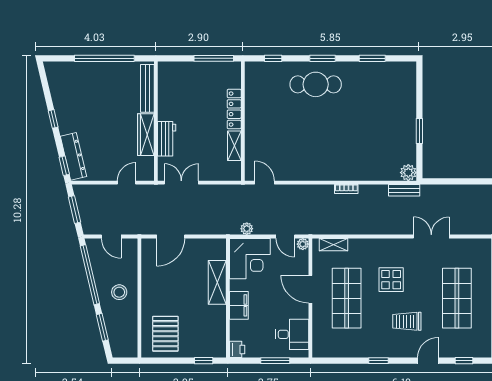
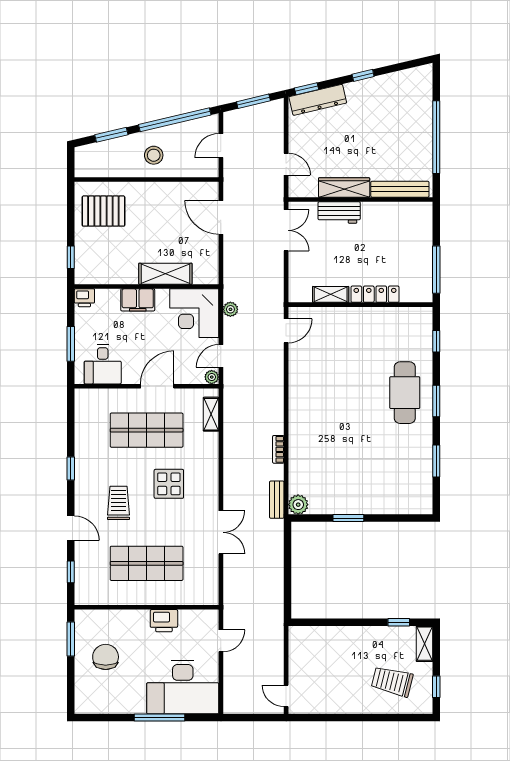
bookcase: (346, 189) -> (278, 449), moved

